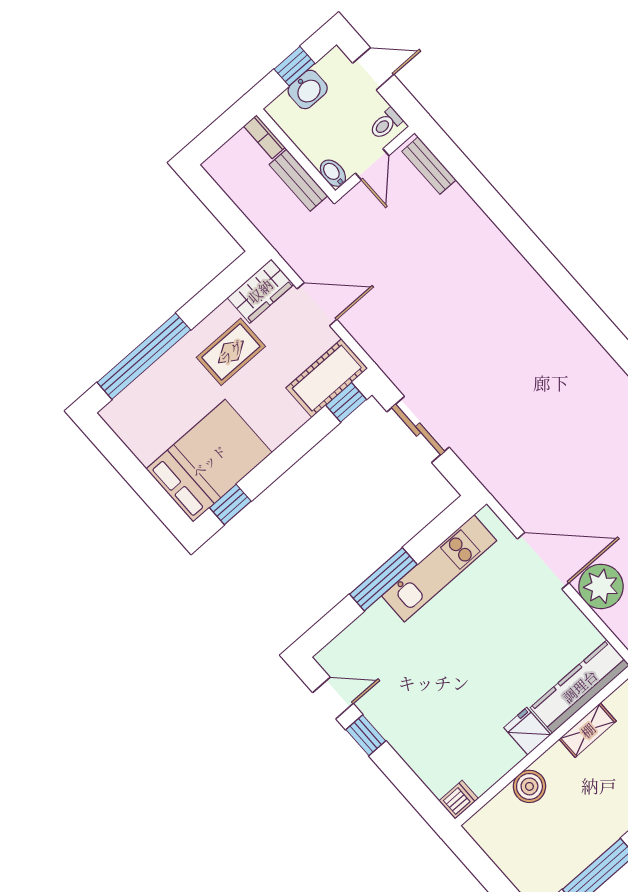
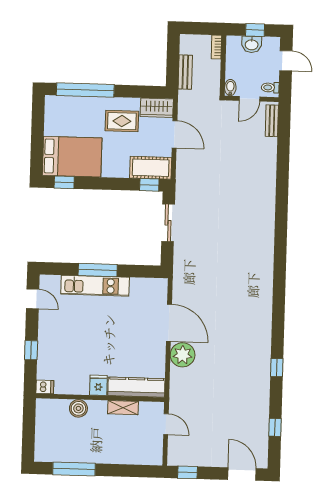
bench: (298, 180) -> (185, 72), moved
kitchen unit: (439, 568) -> (95, 286), moved
window: (366, 735) -> (31, 350), moved

